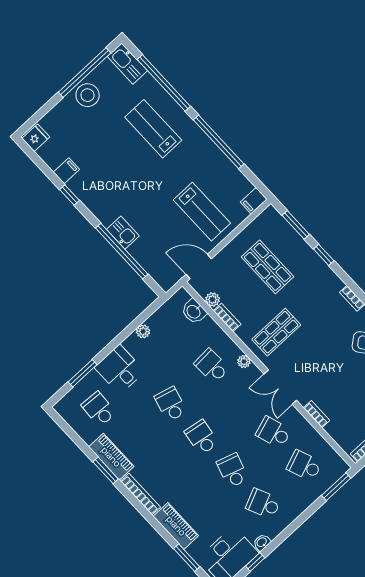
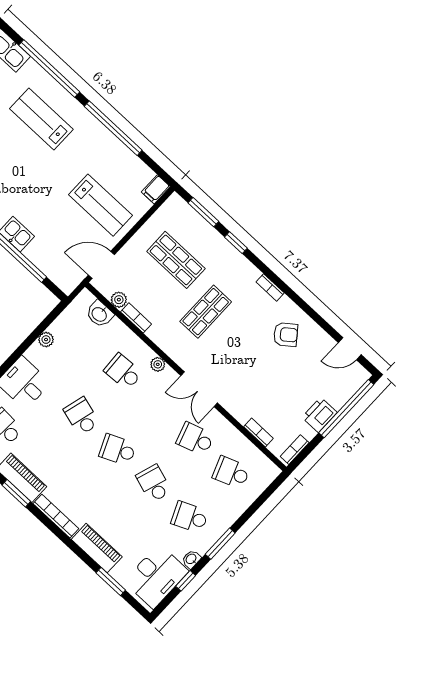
shop shelf: (276, 332) -> (206, 312), moved
bookcase: (317, 414) -> (258, 433), moved
school desk: (201, 437) -> (118, 450), turned -33
window: (336, 487) -> (220, 544), moved

